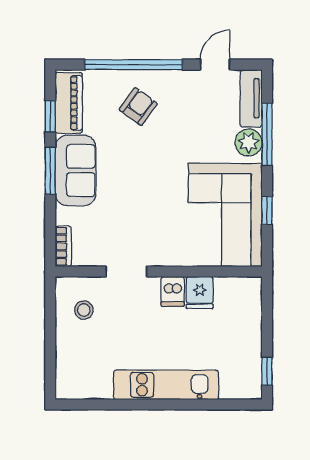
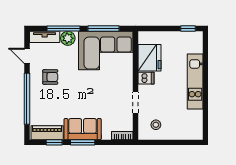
armchair: (138, 106) -> (50, 77), moved, turned 144
window: (267, 211) -> (104, 29), width x2.17
fridge: (200, 292) -> (149, 58), width x1.88, depth x1.34

